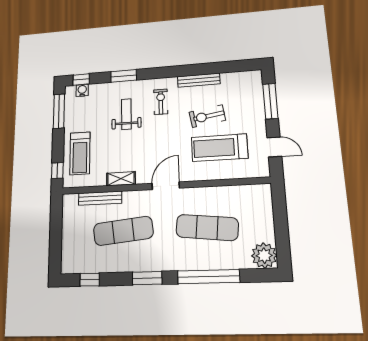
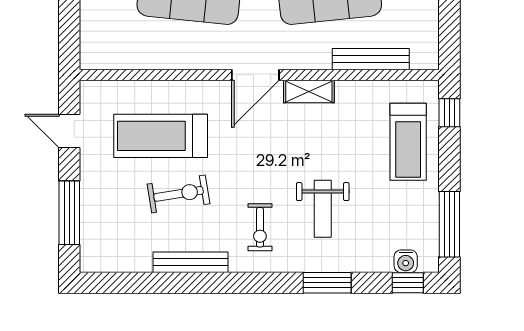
treadmill: (219, 148) -> (161, 136), turned 180
treadmill: (80, 153) -> (408, 142), turned 180
shelving: (121, 179) -> (309, 91), moved

